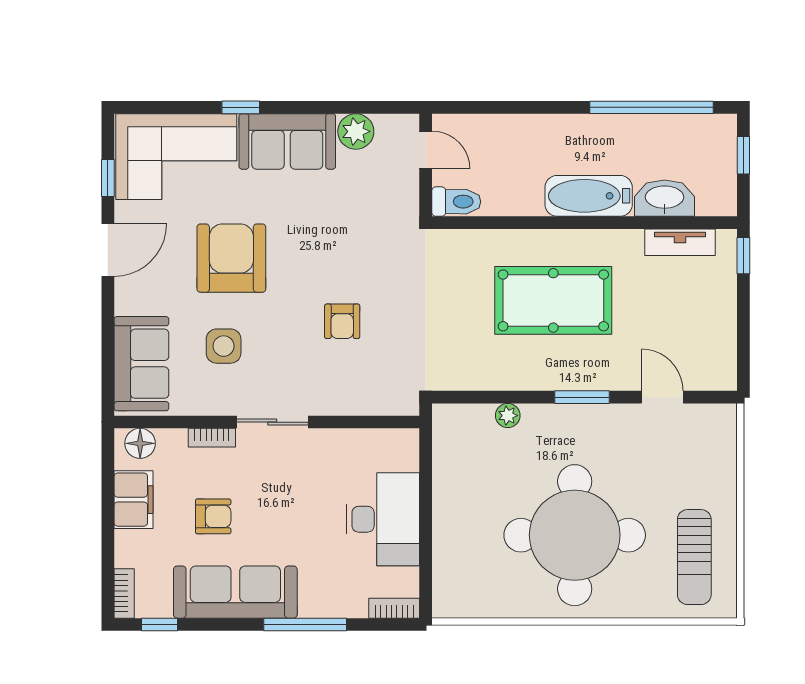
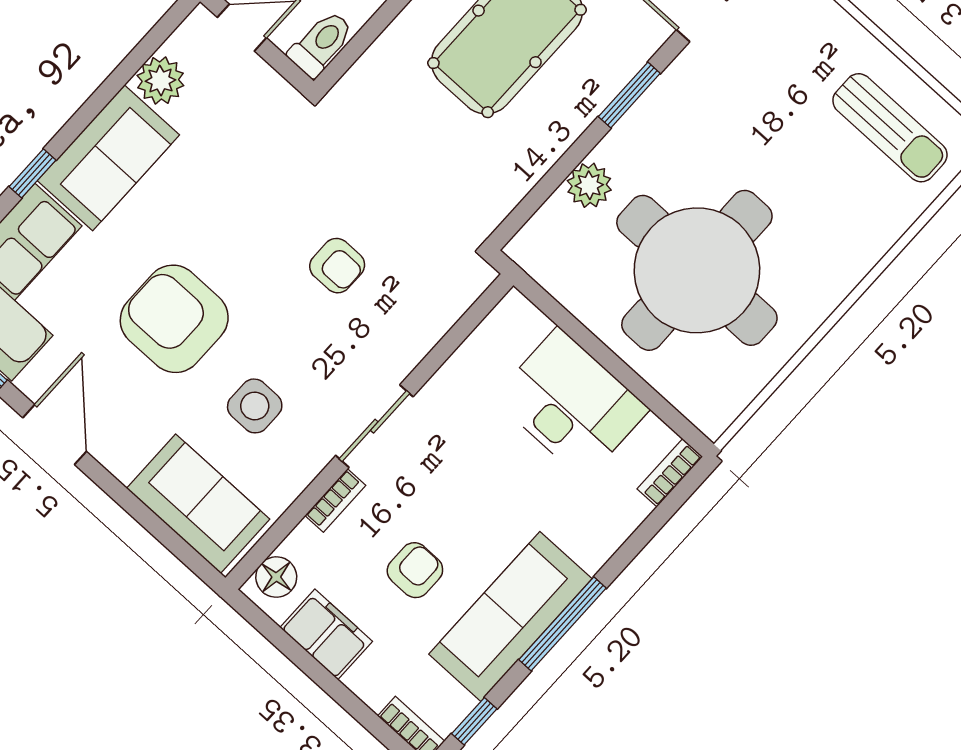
plant: (508, 416) -> (589, 185), width x1.38, depth x1.38
round table: (575, 535) -> (697, 270), moved
window: (305, 625) -> (562, 624), moved

